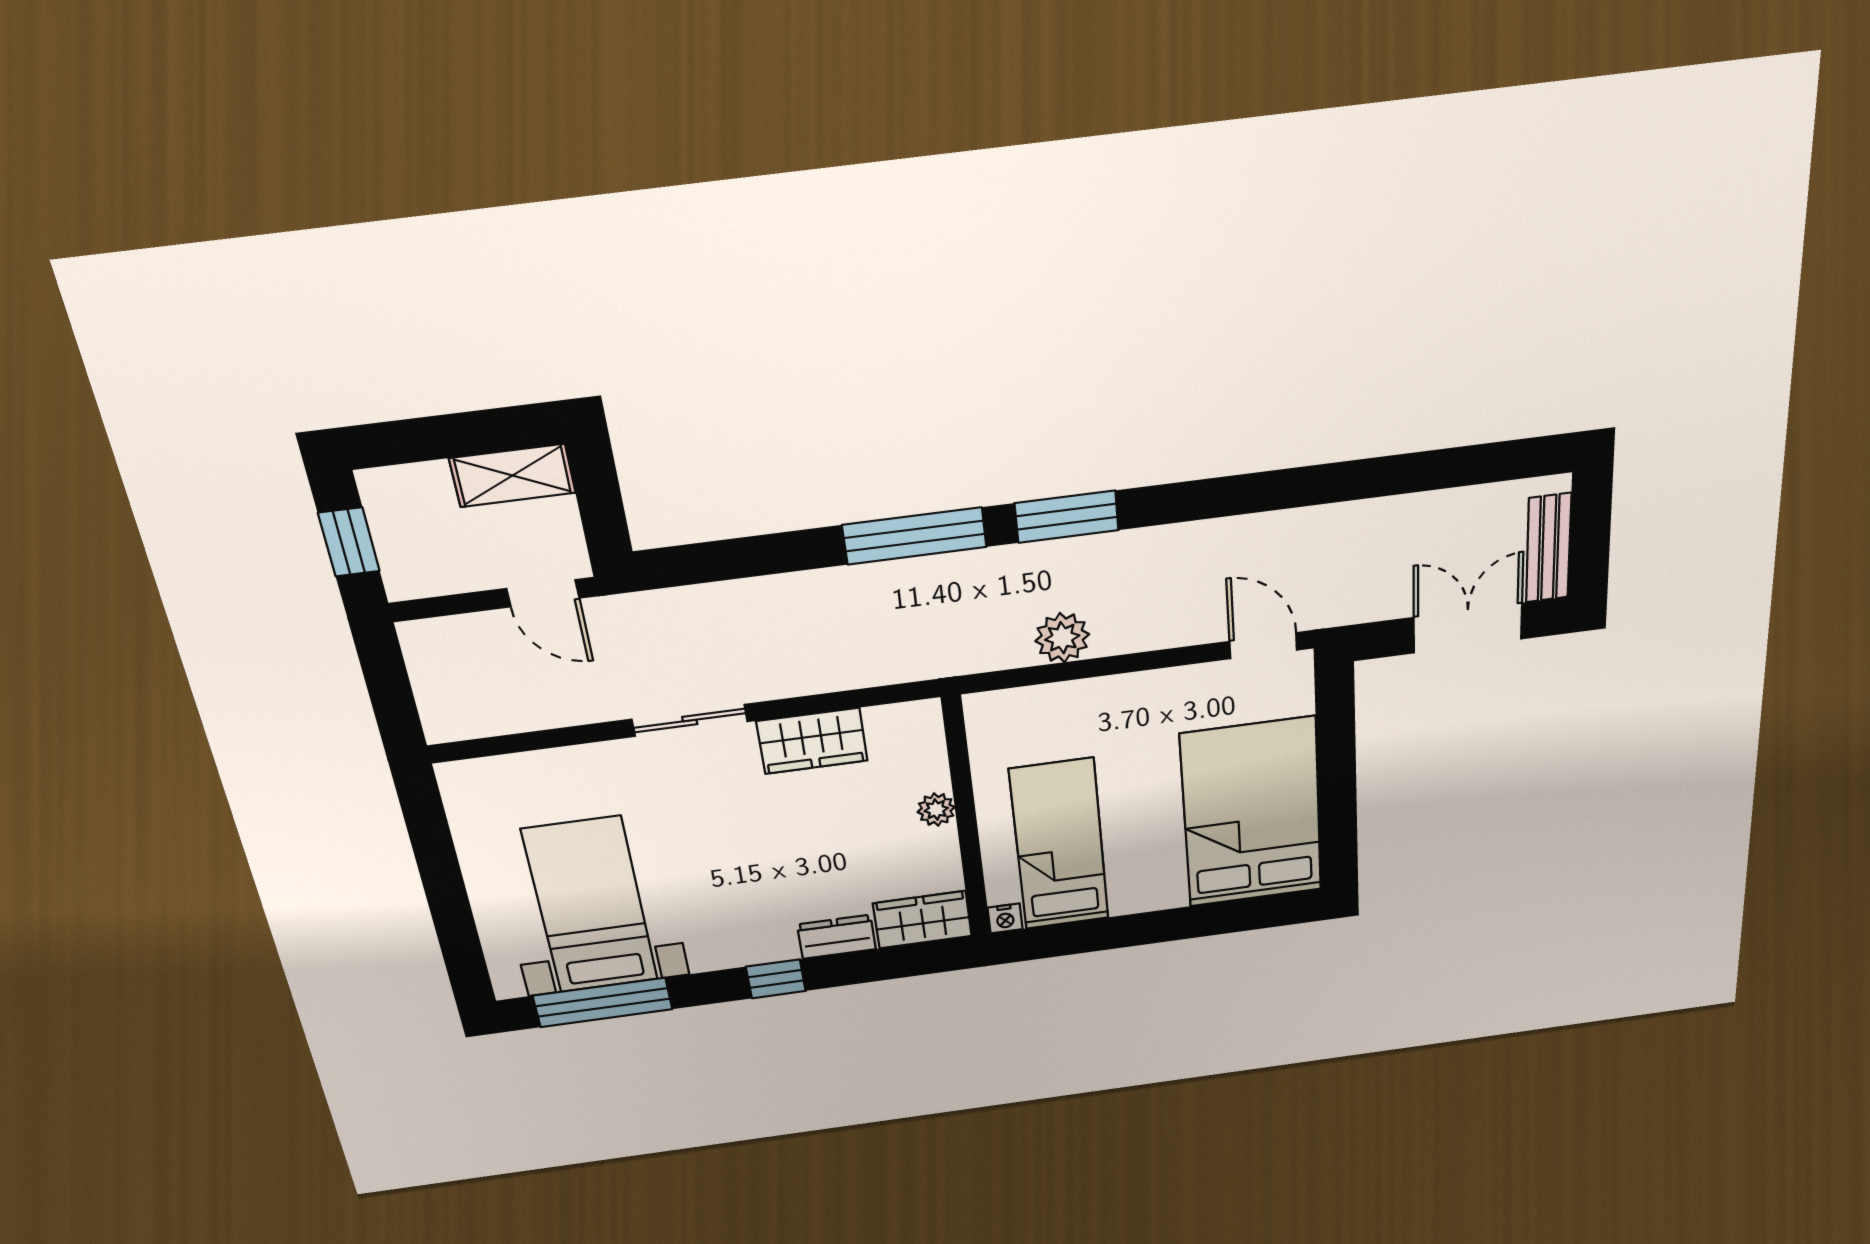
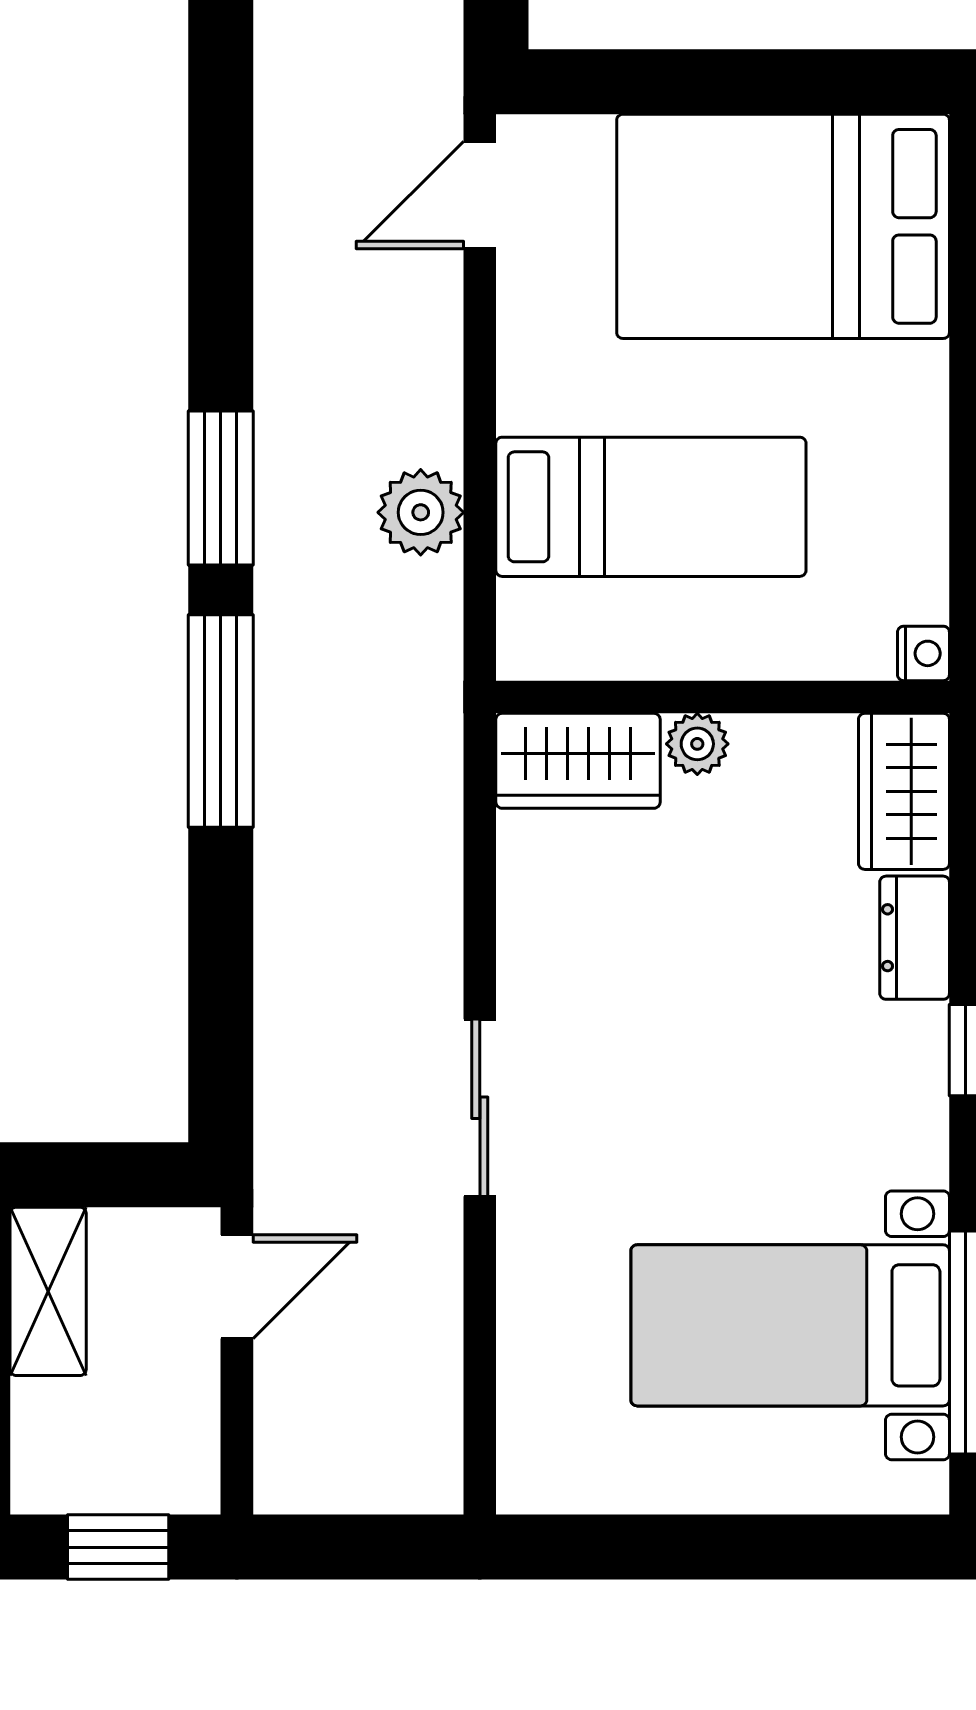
wardrobe: (812, 741) -> (578, 761), moved, turned 90
bed: (1059, 845) -> (651, 507), moved, turned 180

